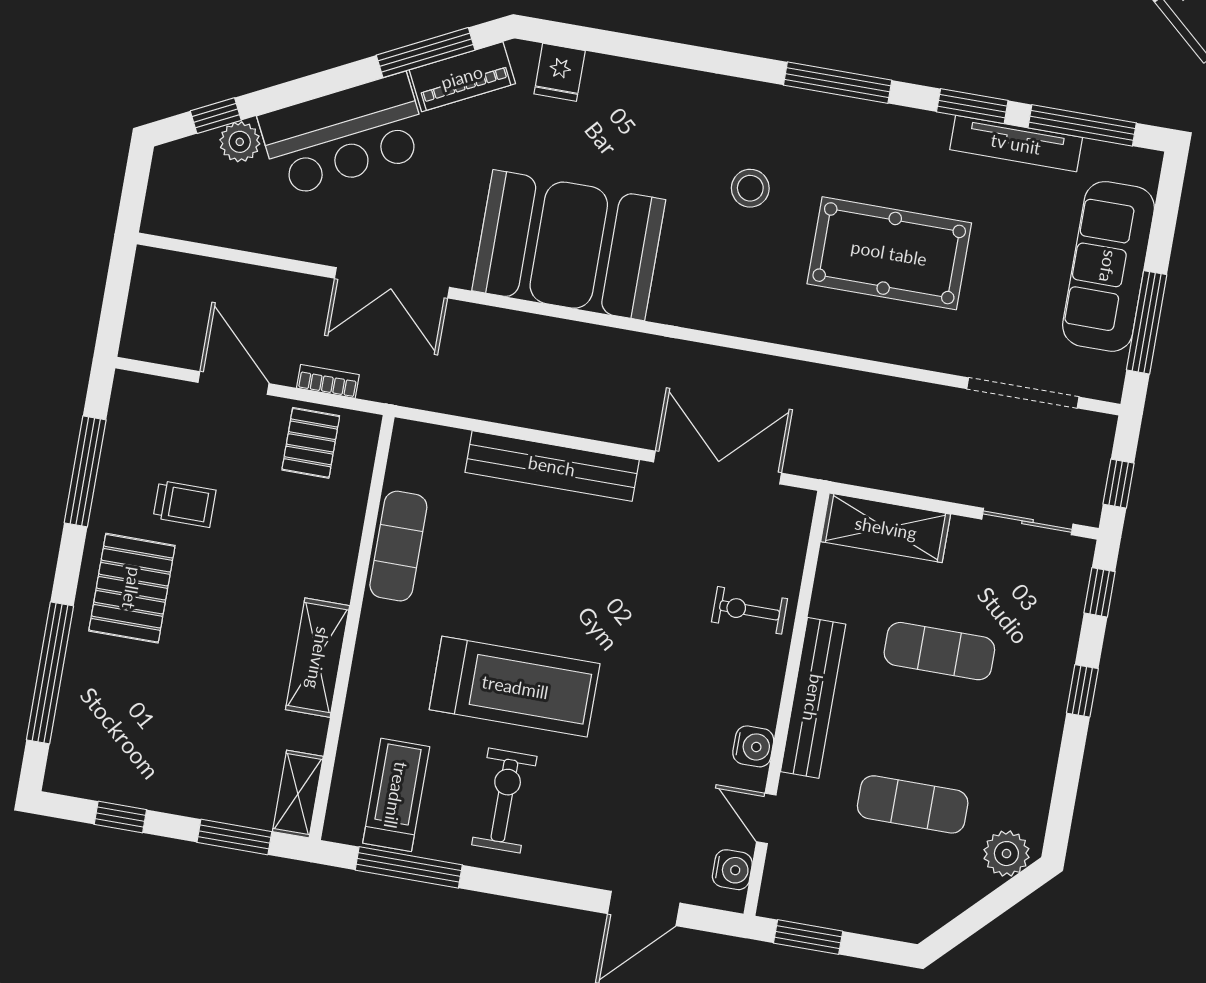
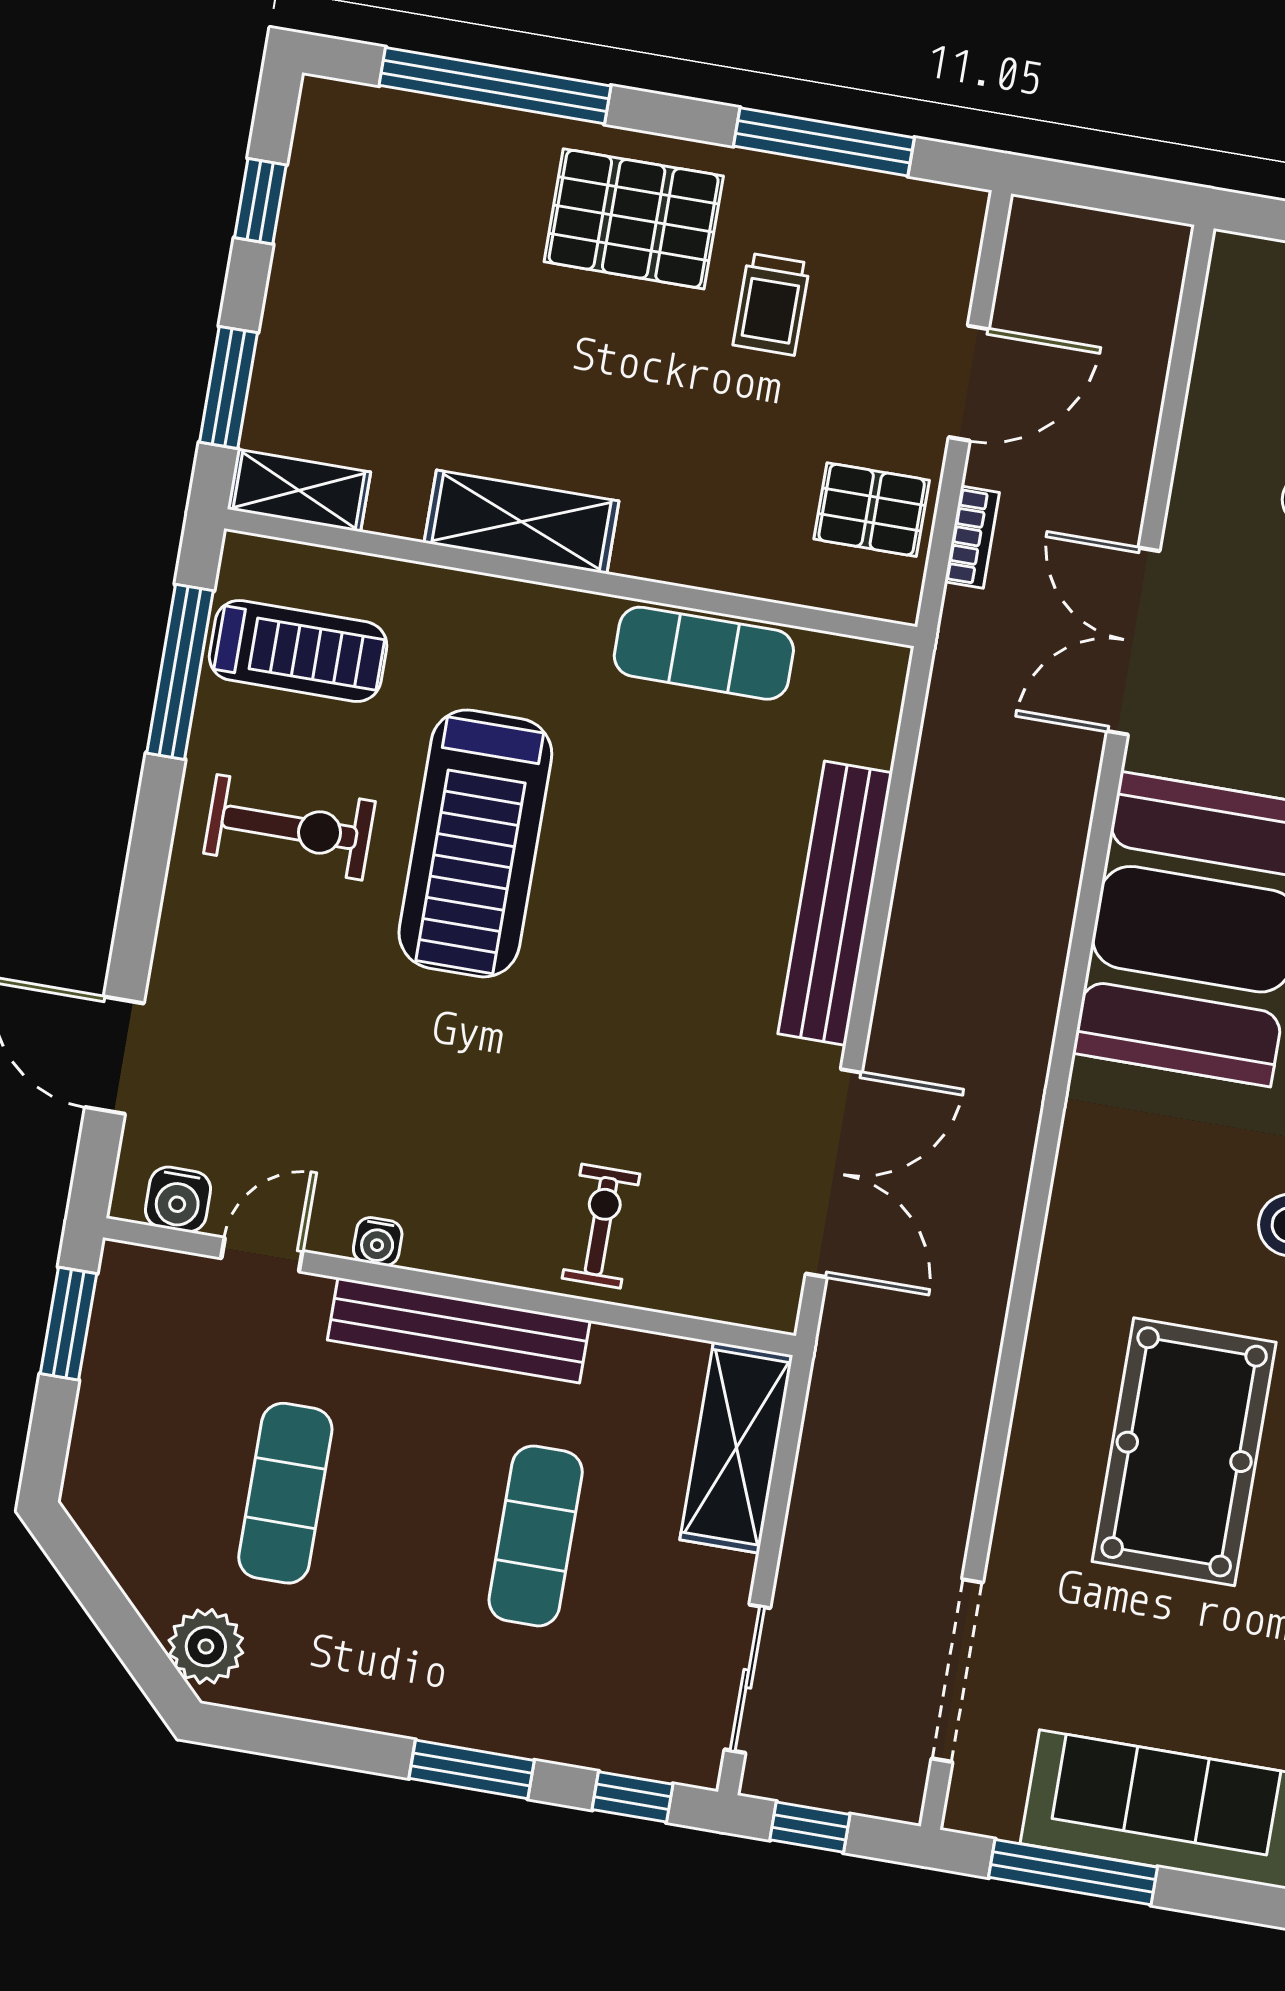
window: (1082, 691) -> (472, 1769), width x1.50
water cooler: (753, 746) -> (378, 1242), width x0.72, depth x0.72

